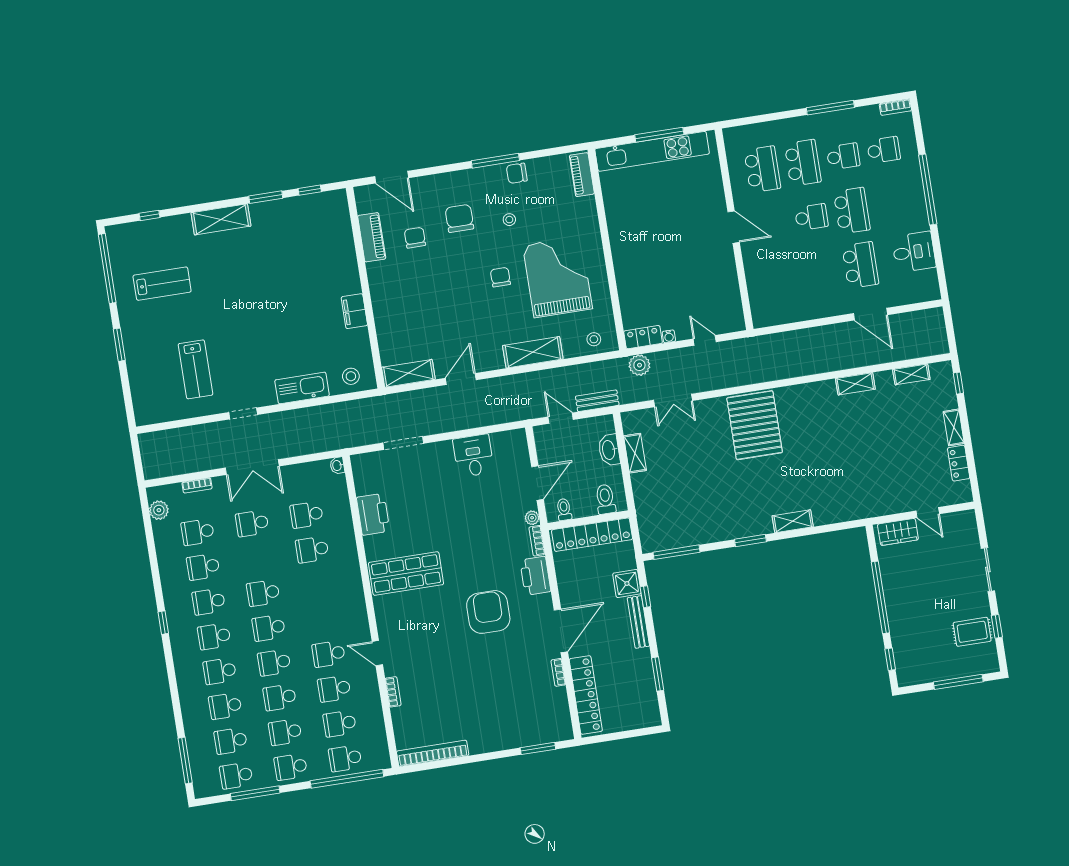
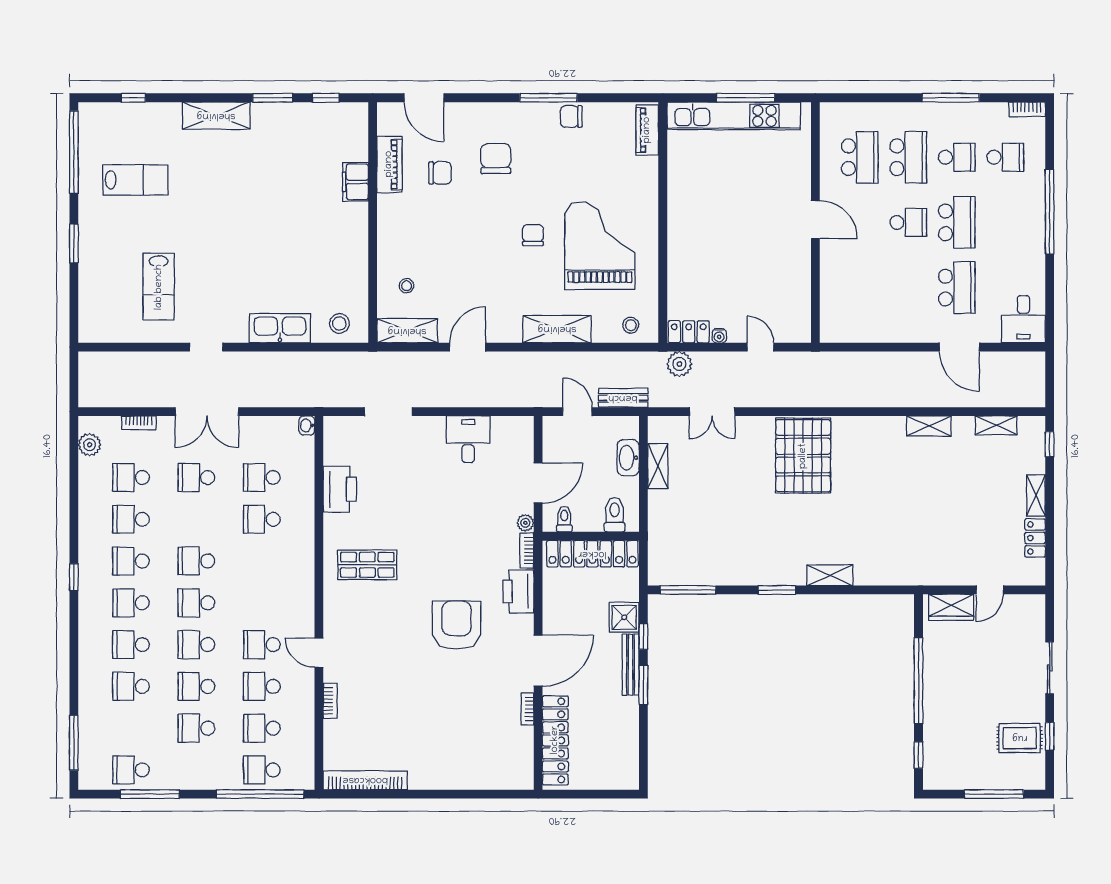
stool: (509, 220) -> (407, 286), moved
chair: (415, 238) -> (440, 173), turned 90
desk: (914, 252) -> (1023, 319), moved, turned 90
filing cabinet: (354, 311) -> (355, 182), moved
door: (928, 512) -> (990, 590), hinge flipped
shop shelf: (406, 574) -> (367, 565), width x0.70, depth x0.74
window: (658, 674) -> (643, 685), moved
school desk: (231, 741) -> (131, 728), removed
window: (538, 748) -> (489, 794), removed
school desk: (291, 767) -> (196, 770), removed

